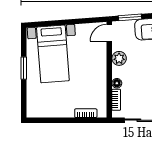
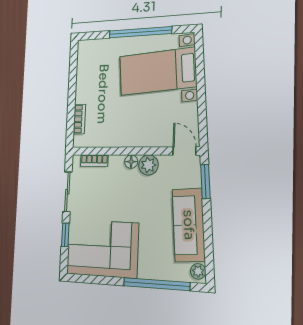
window: (24, 68) -> (140, 32), width x2.11
floor lamp: (117, 83) -> (131, 162), moved

